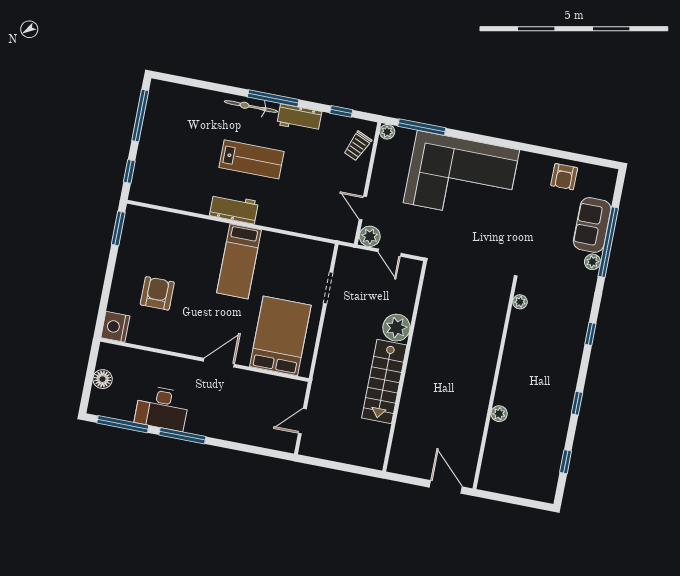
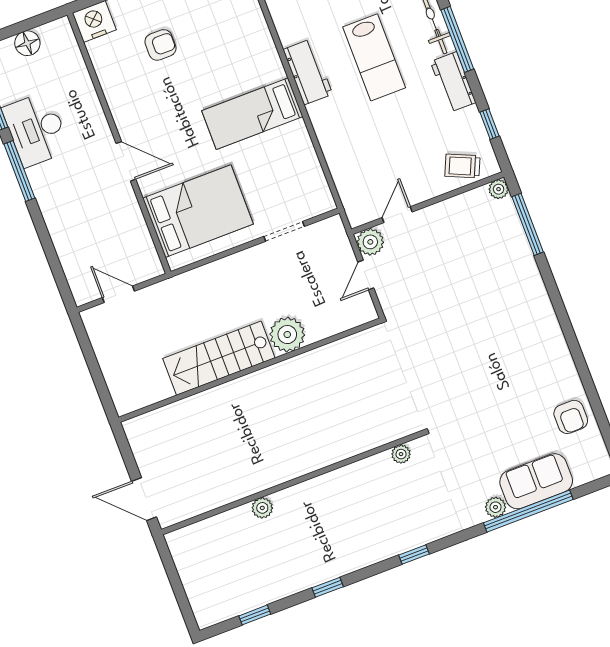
corner sofa: (461, 176) -> (500, 302), removed
armchair: (564, 177) -> (571, 417), turned -90
armchair: (157, 293) -> (160, 45), width x0.72, depth x0.72
door: (446, 487) -> (144, 499), swing flipped

